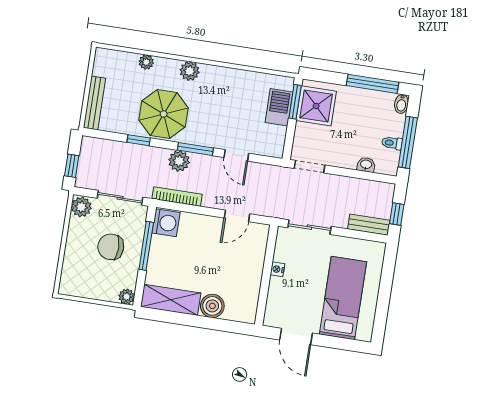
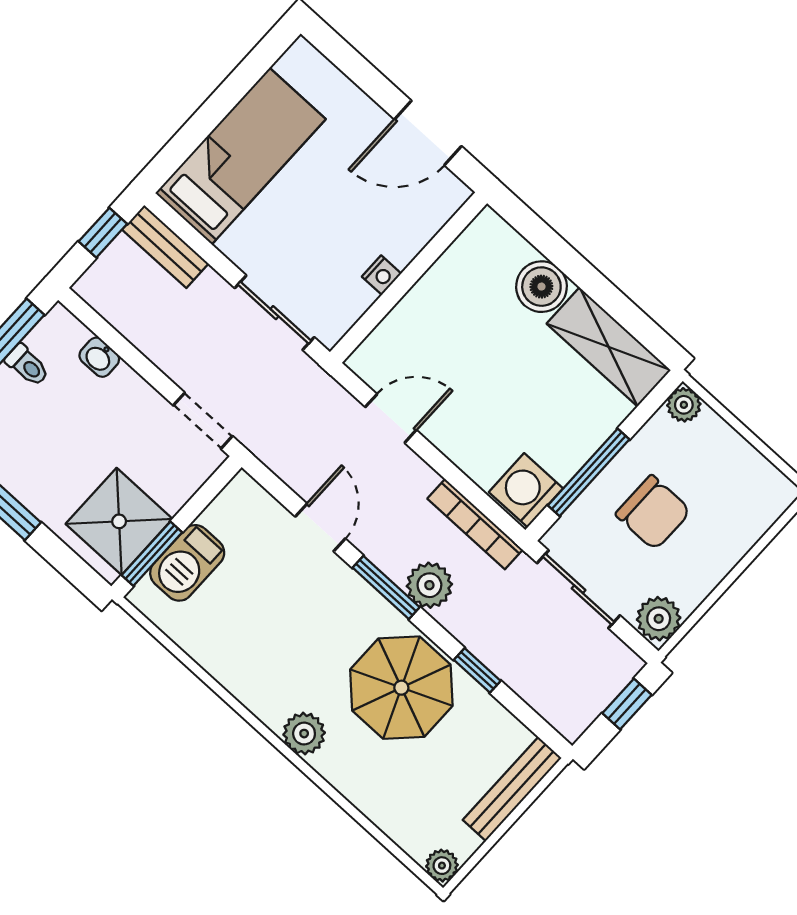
plant: (146, 62) -> (442, 866), moved
bed: (343, 298) -> (240, 156), moved, turned 180
door: (296, 336) -> (428, 133), swing flipped

